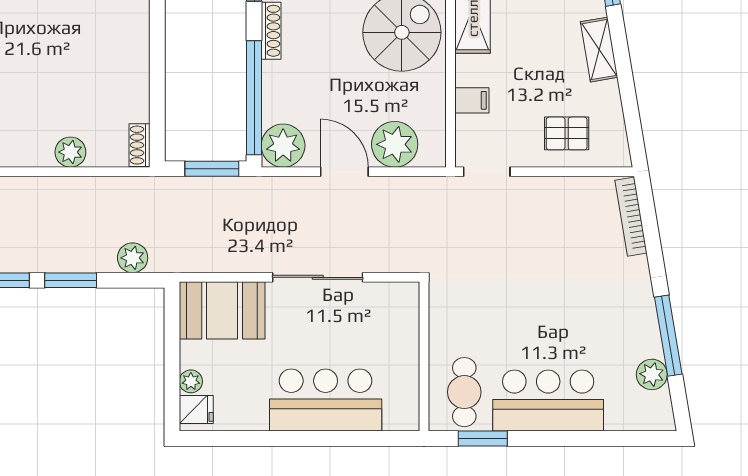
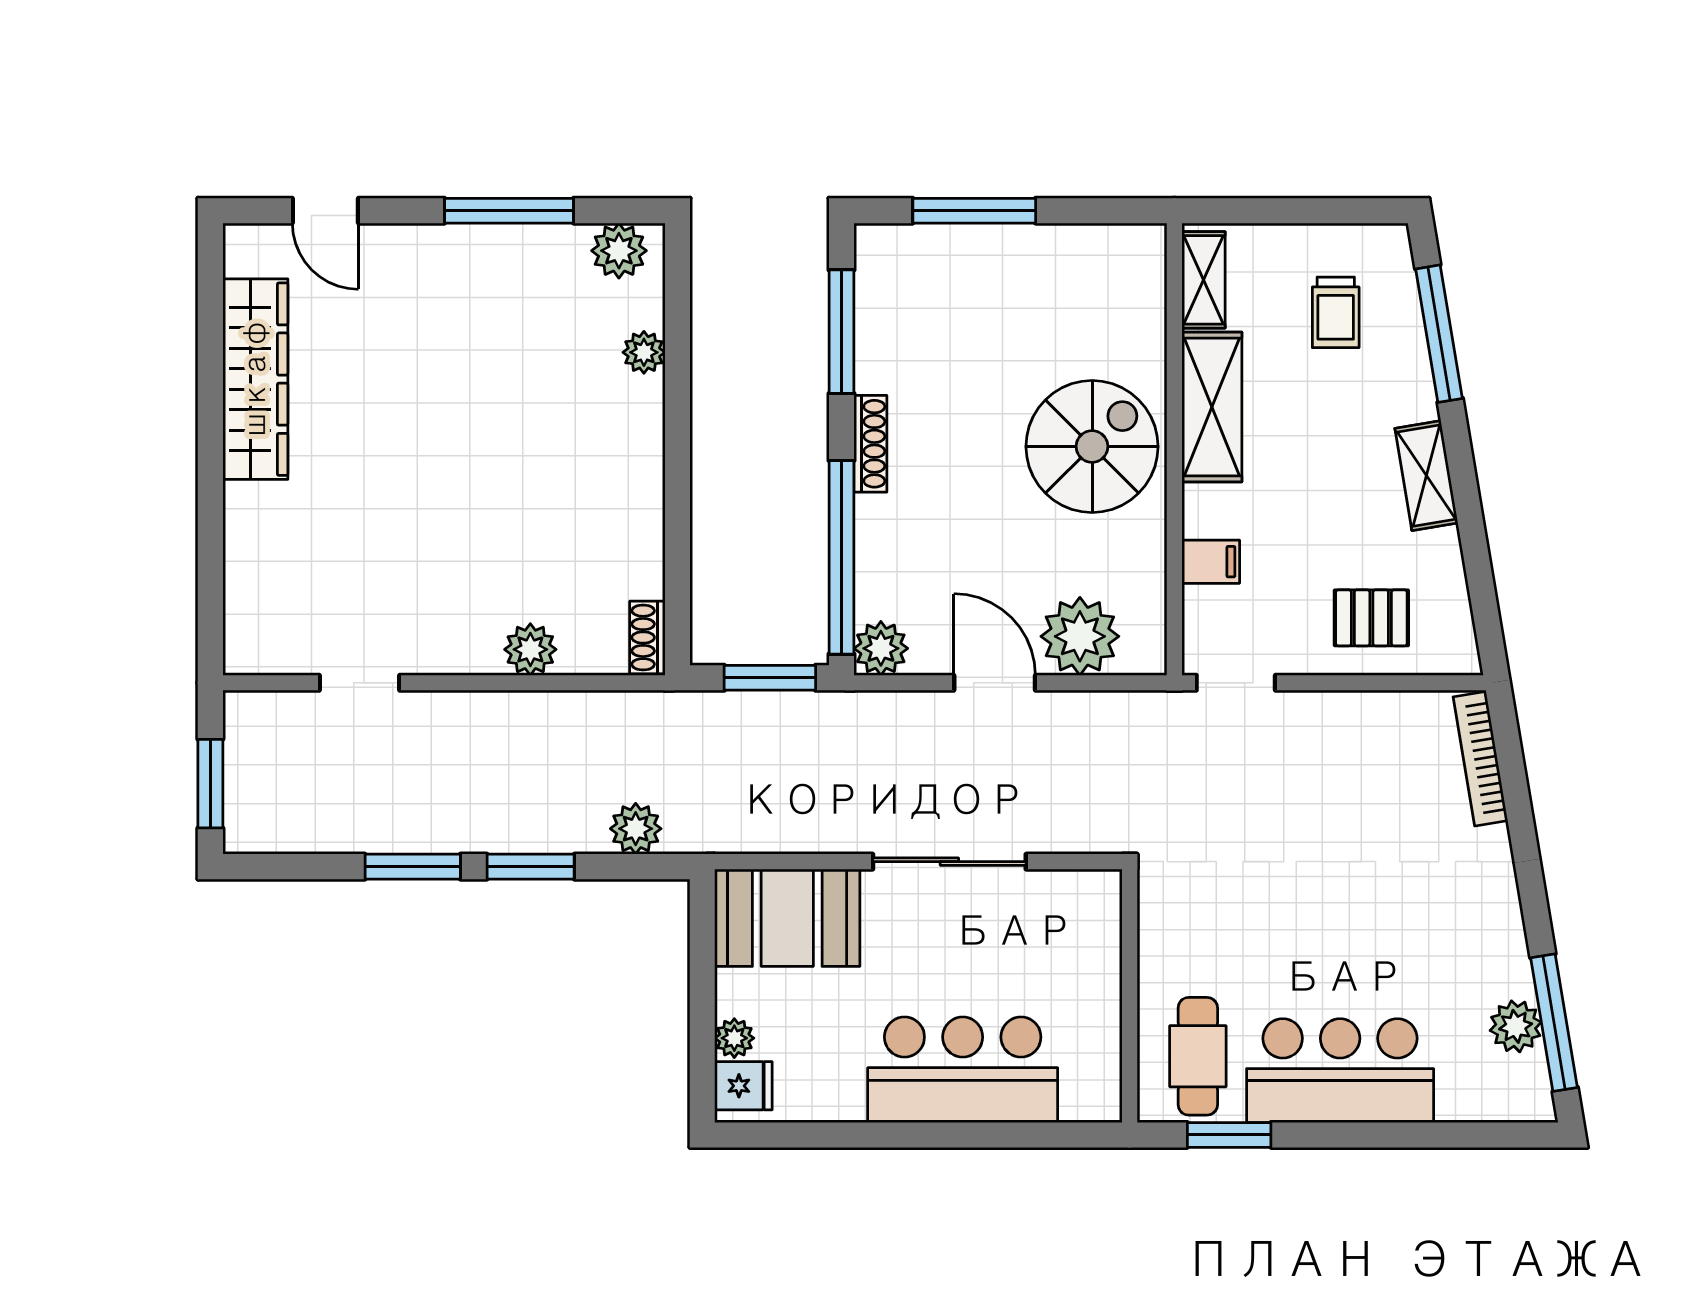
plant: (283, 146) -> (881, 648), width x0.73, depth x0.73
window: (668, 336) -> (1554, 1023), moved

